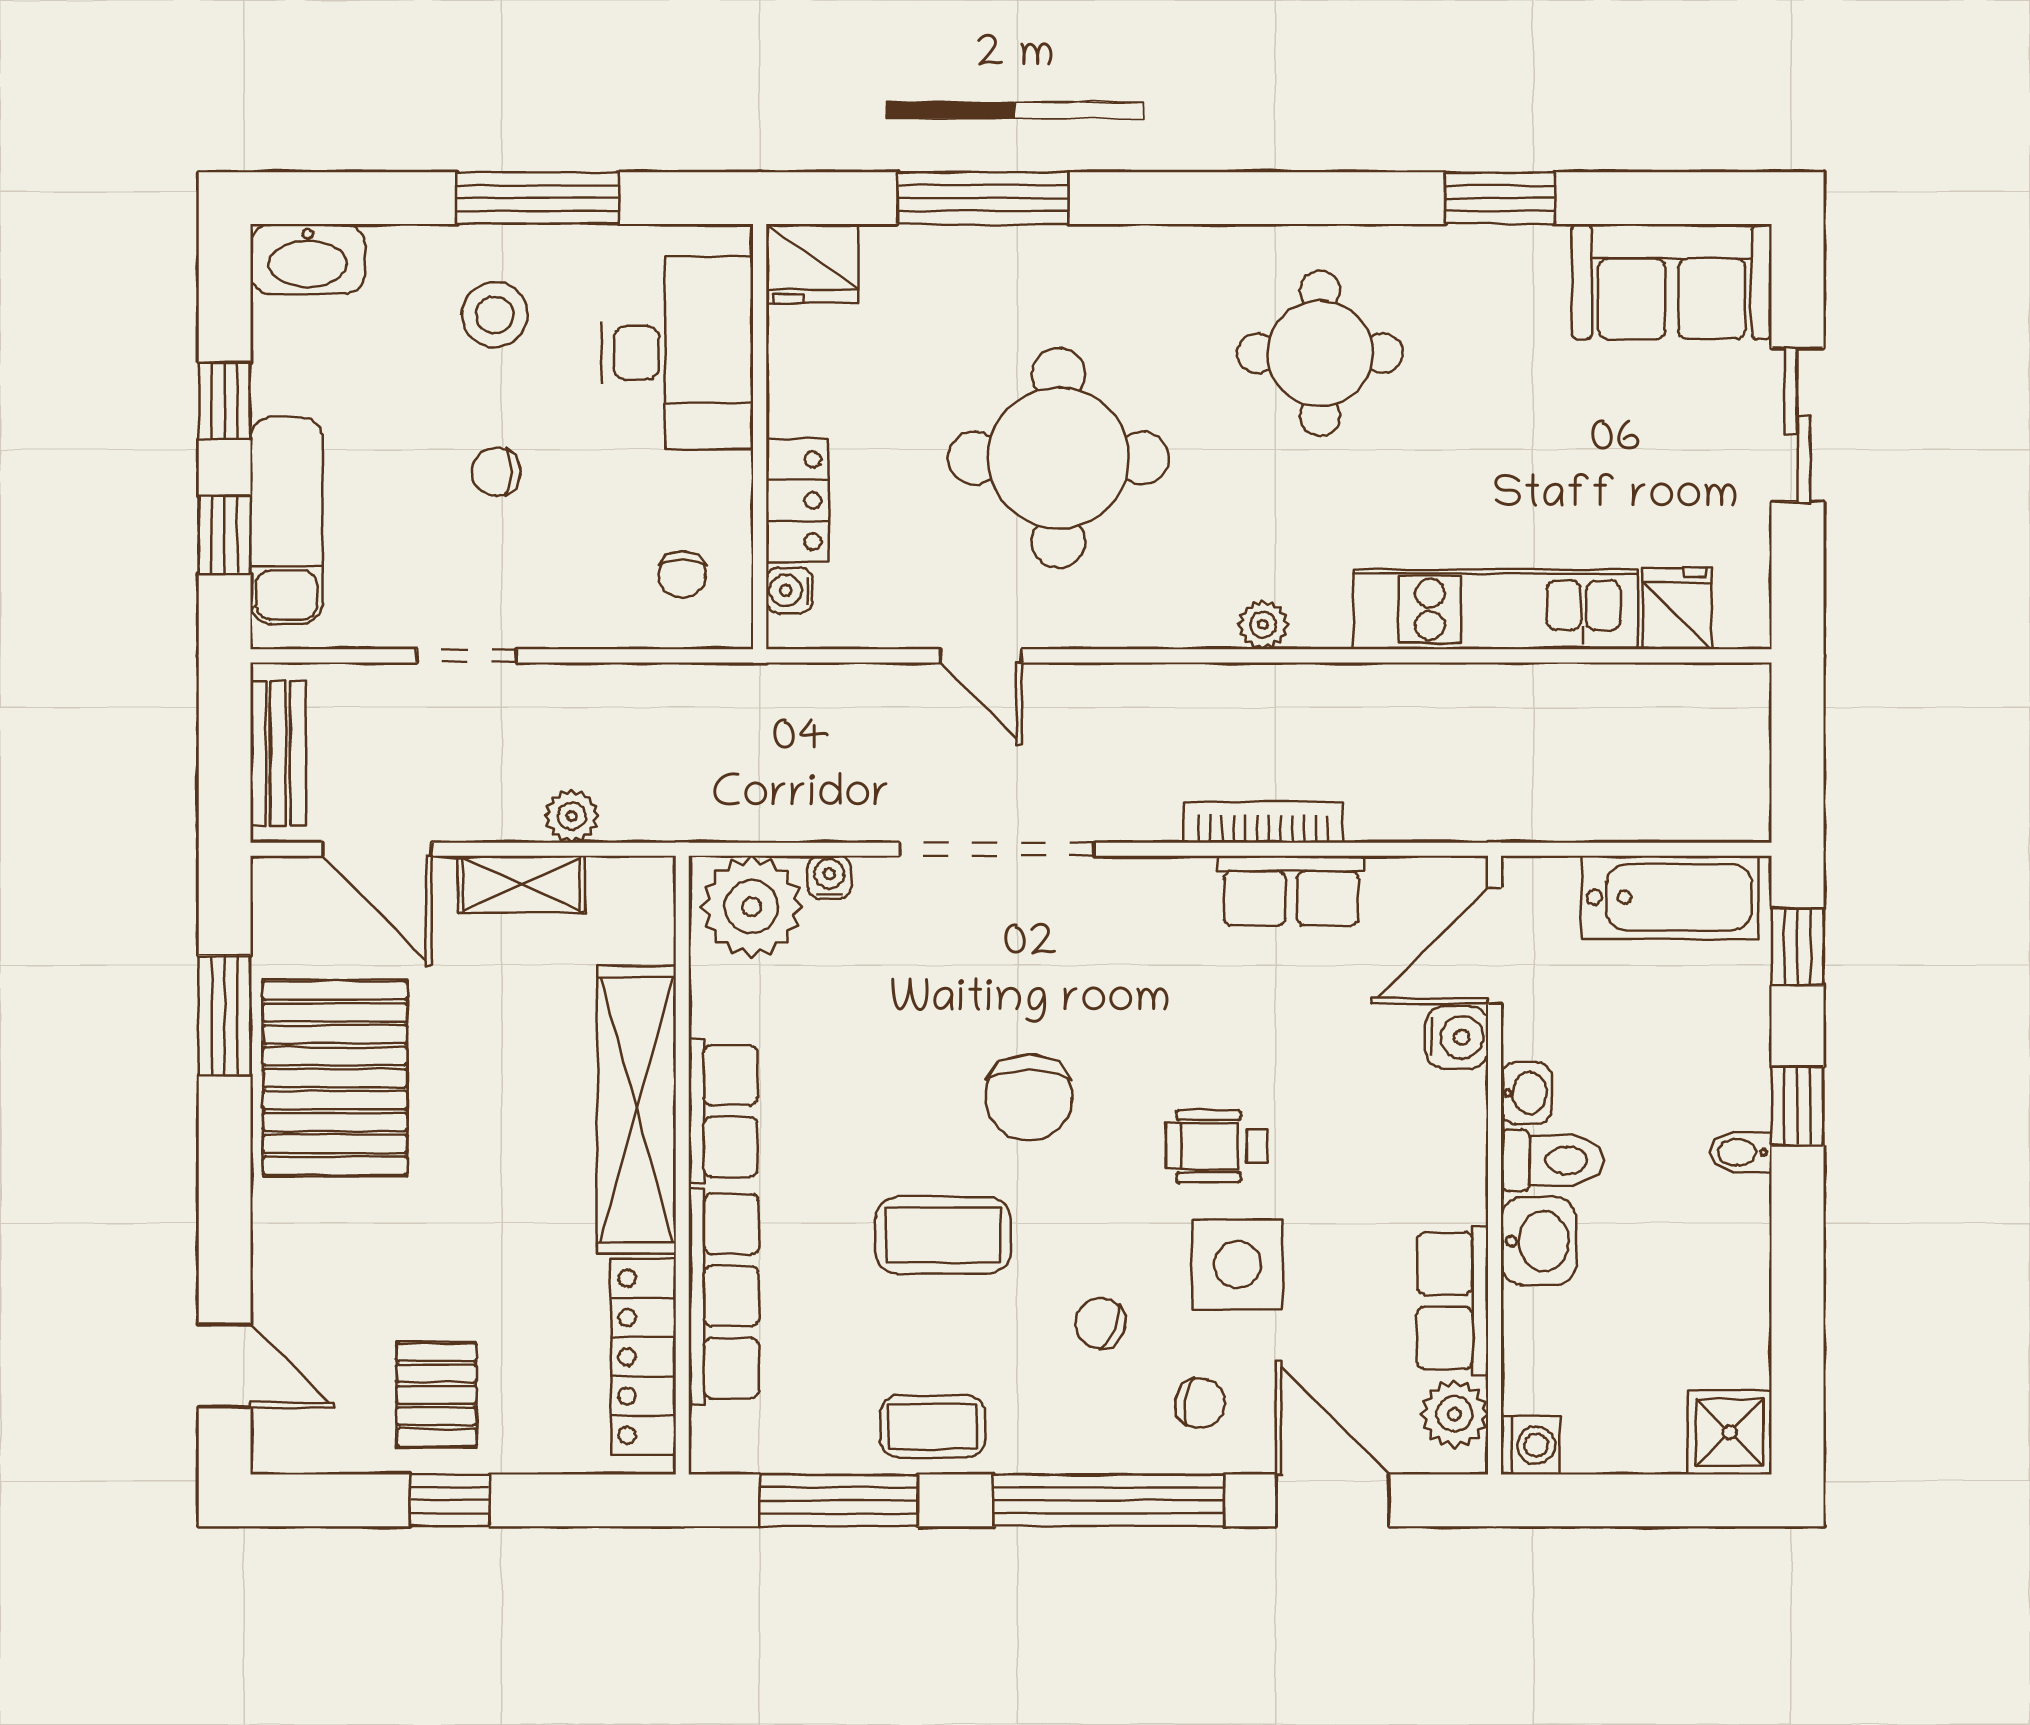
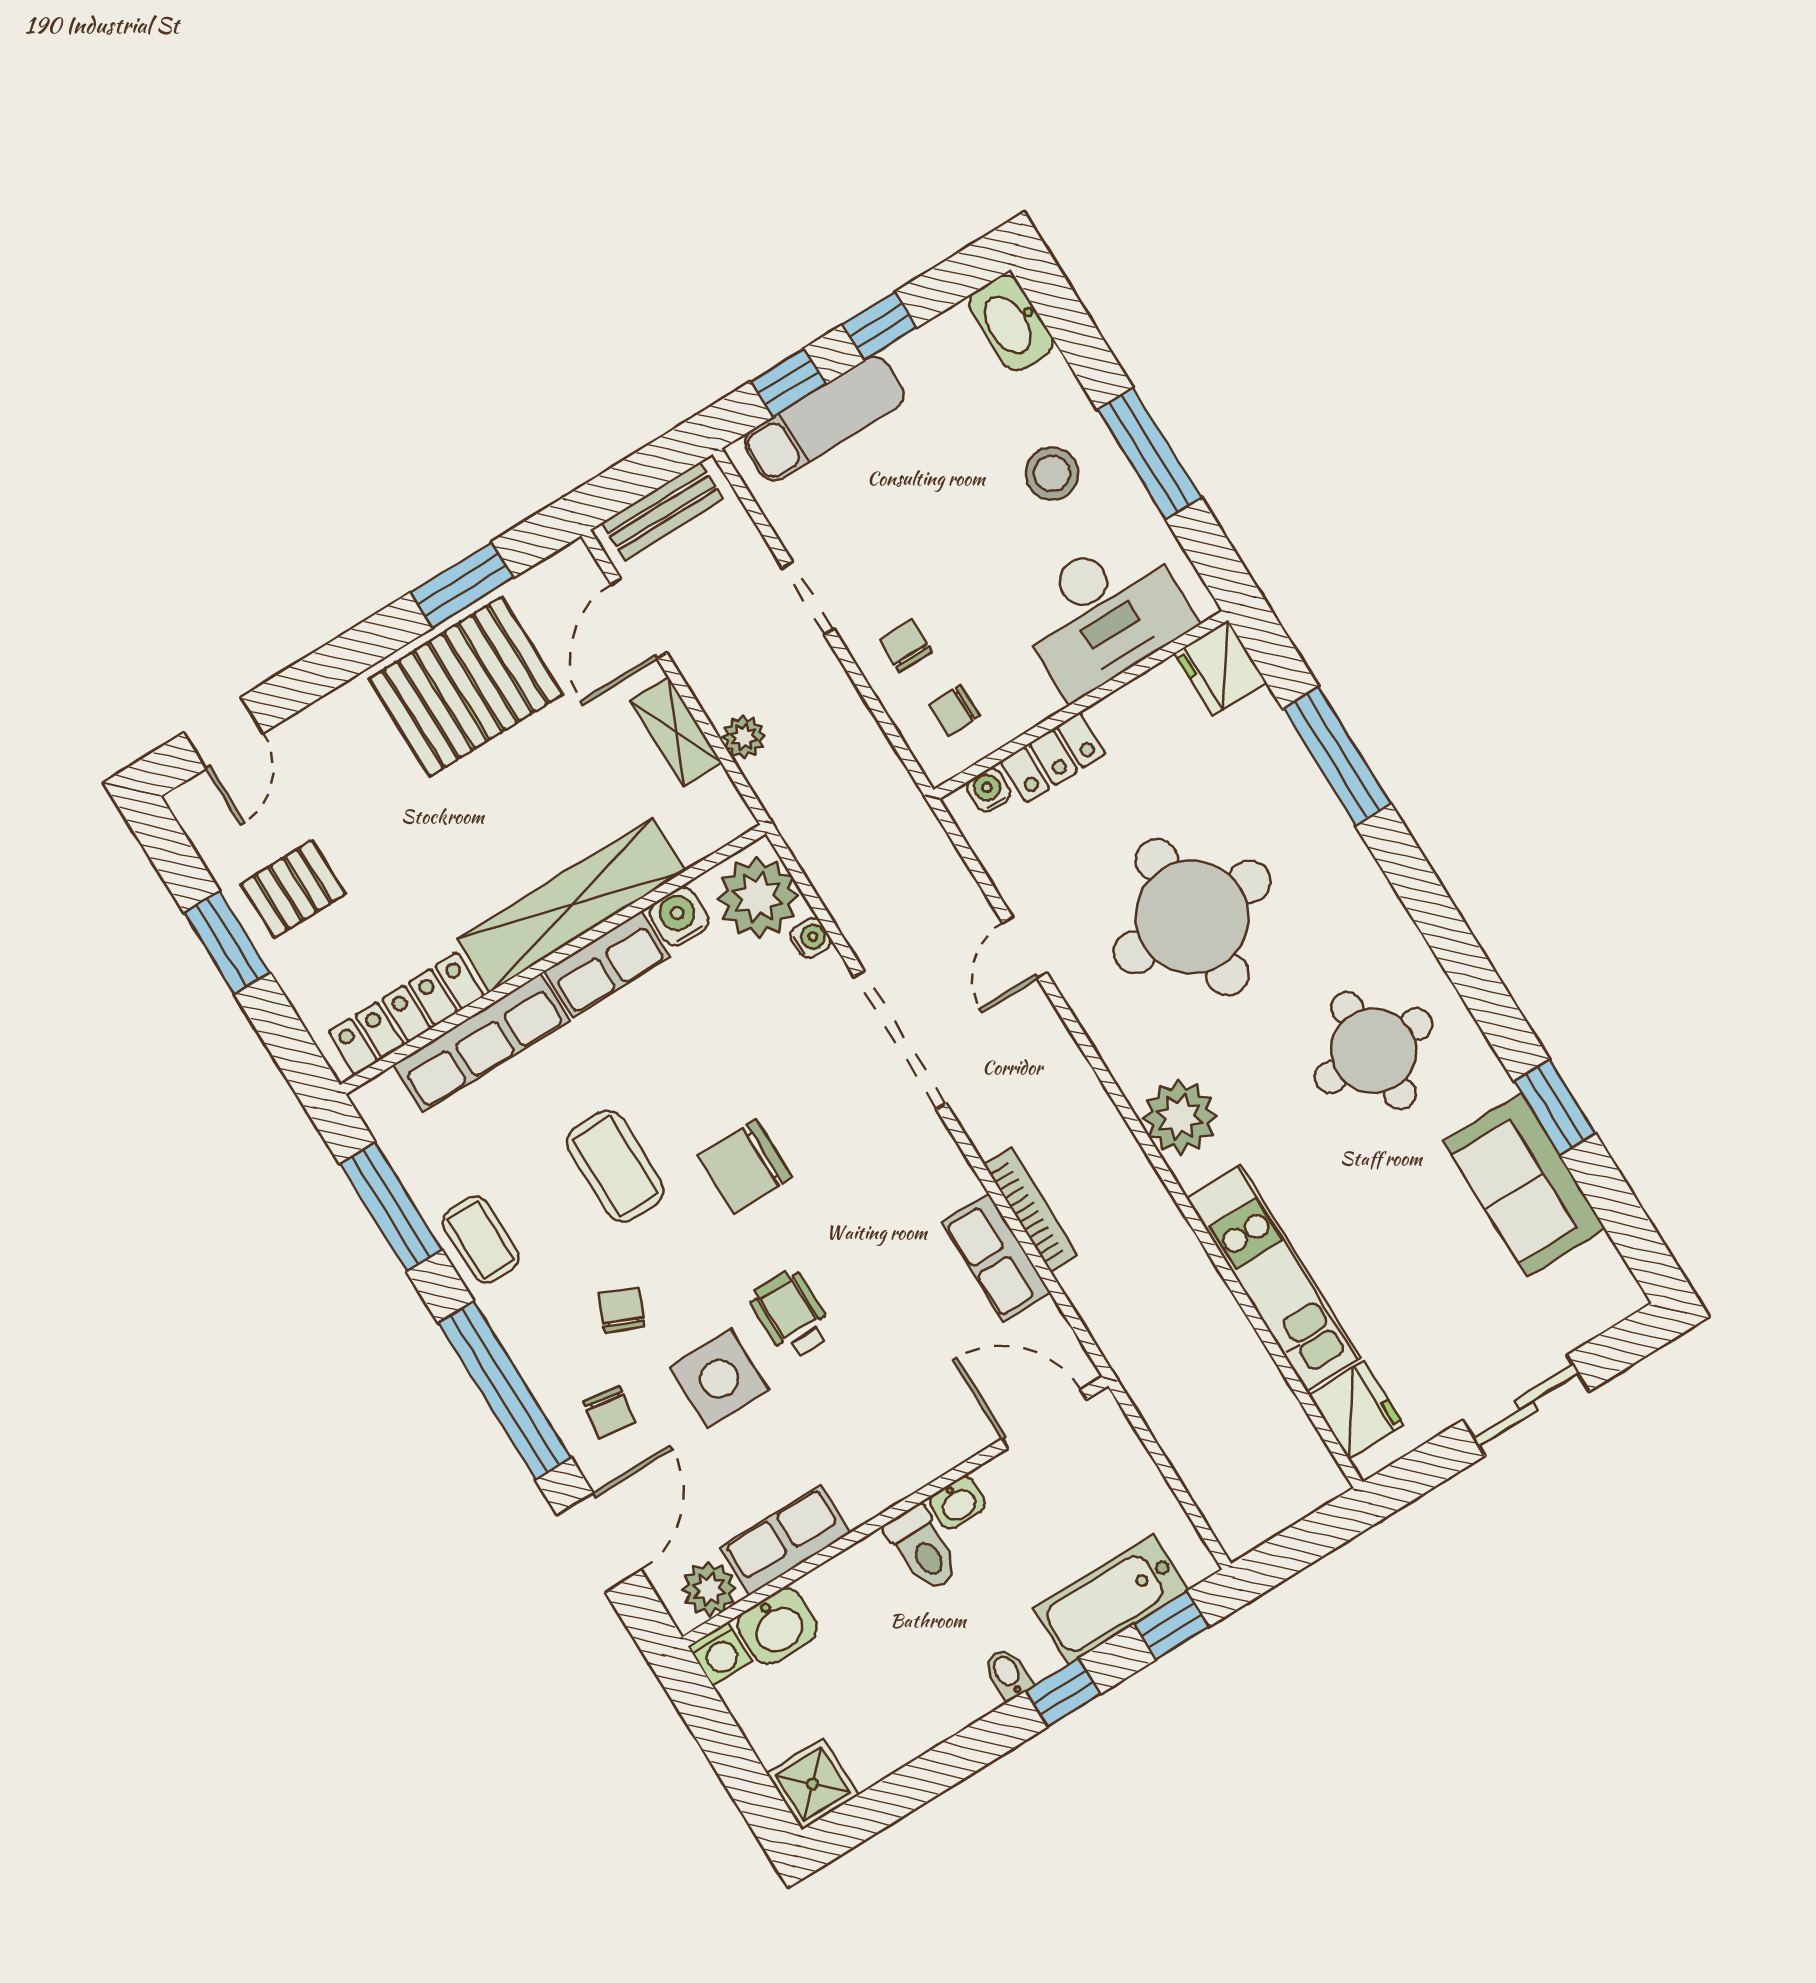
sofa: (1672, 282) -> (1524, 1185), moved
chair: (496, 472) -> (906, 646), moved
fridge: (1677, 608) -> (1356, 1410), width x1.38
plant: (1263, 625) -> (1180, 1117), width x1.87, depth x1.87
bathtub: (1670, 897) -> (1111, 1600), moved, turned 90
water cooler: (1457, 1037) -> (679, 917), moved, turned 180
washbasin: (1539, 1241) -> (777, 1626), moved
window: (450, 1500) -> (227, 943), width x1.50

